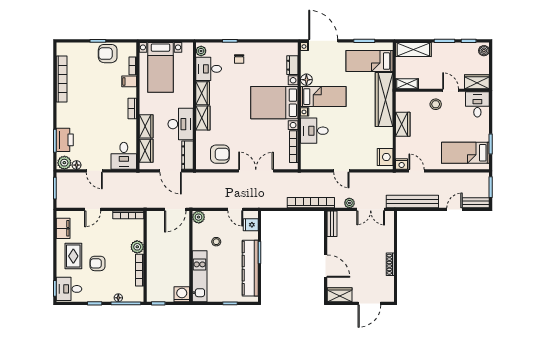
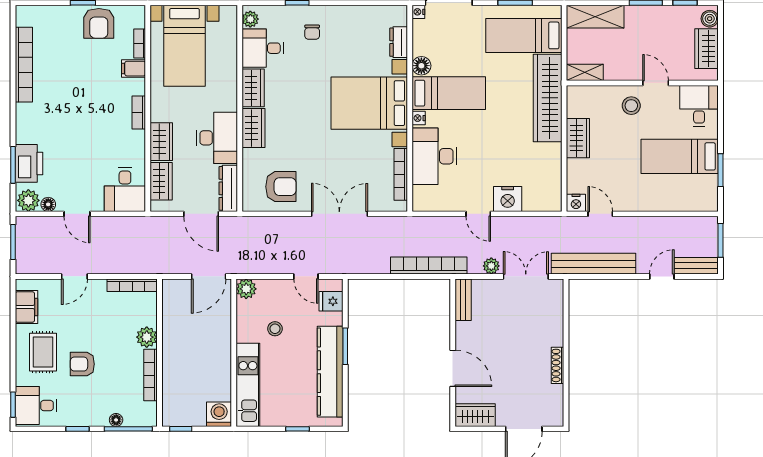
armchair: (108, 54) -> (99, 23), turned -90
wardrobe: (477, 82) -> (707, 49), moved, turned -90
desk: (314, 131) -> (434, 156), width x1.37
bed: (465, 153) -> (680, 156), moved
nightstand: (385, 157) -> (508, 199), moved, turned 90
double door: (371, 209) -> (526, 276), swing flipped

